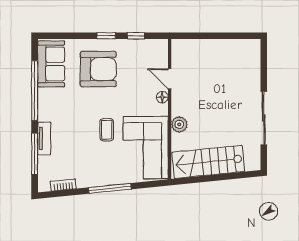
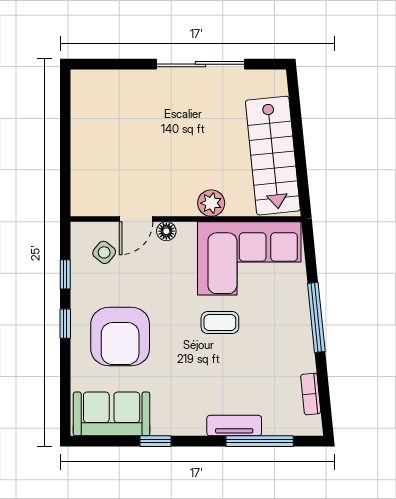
side table: (149, 59) -> (104, 252), added
armchair: (98, 69) -> (120, 336), turned 180
window: (35, 91) -> (155, 441), width x0.32

